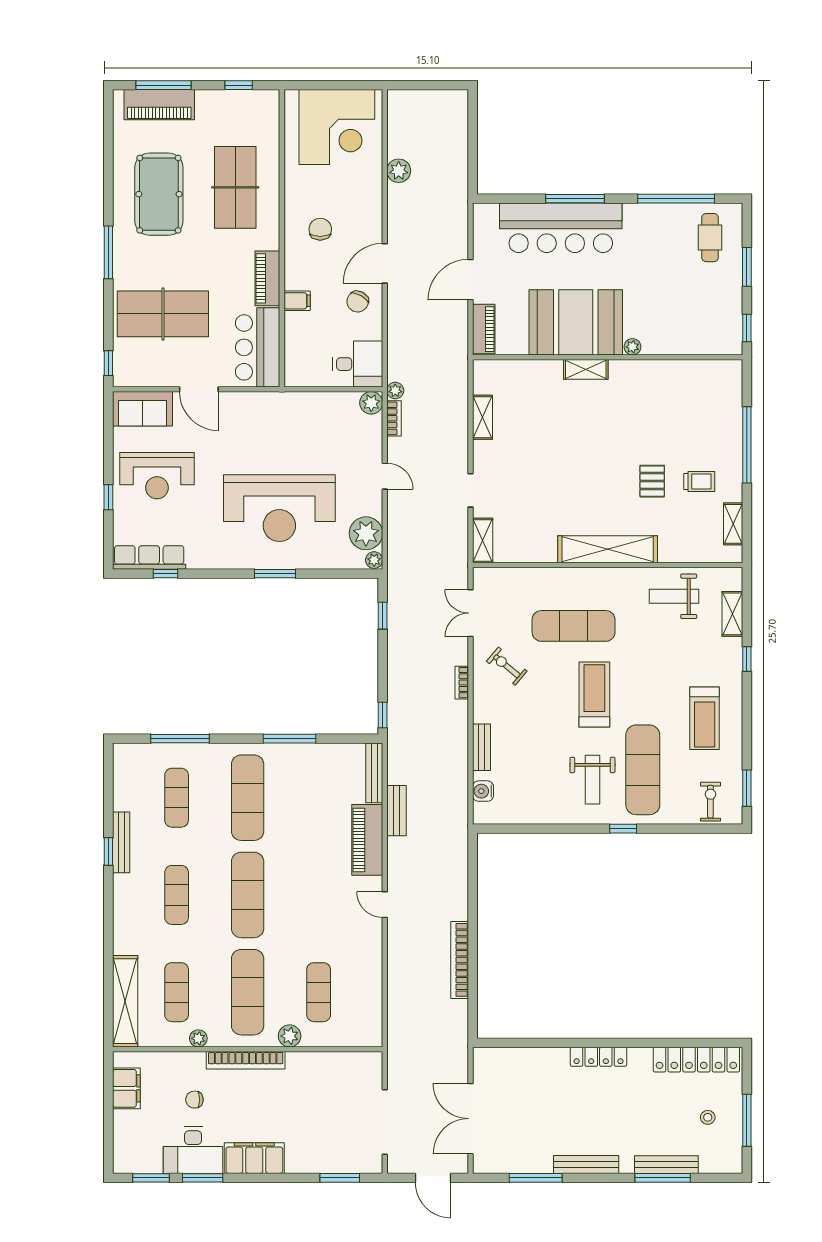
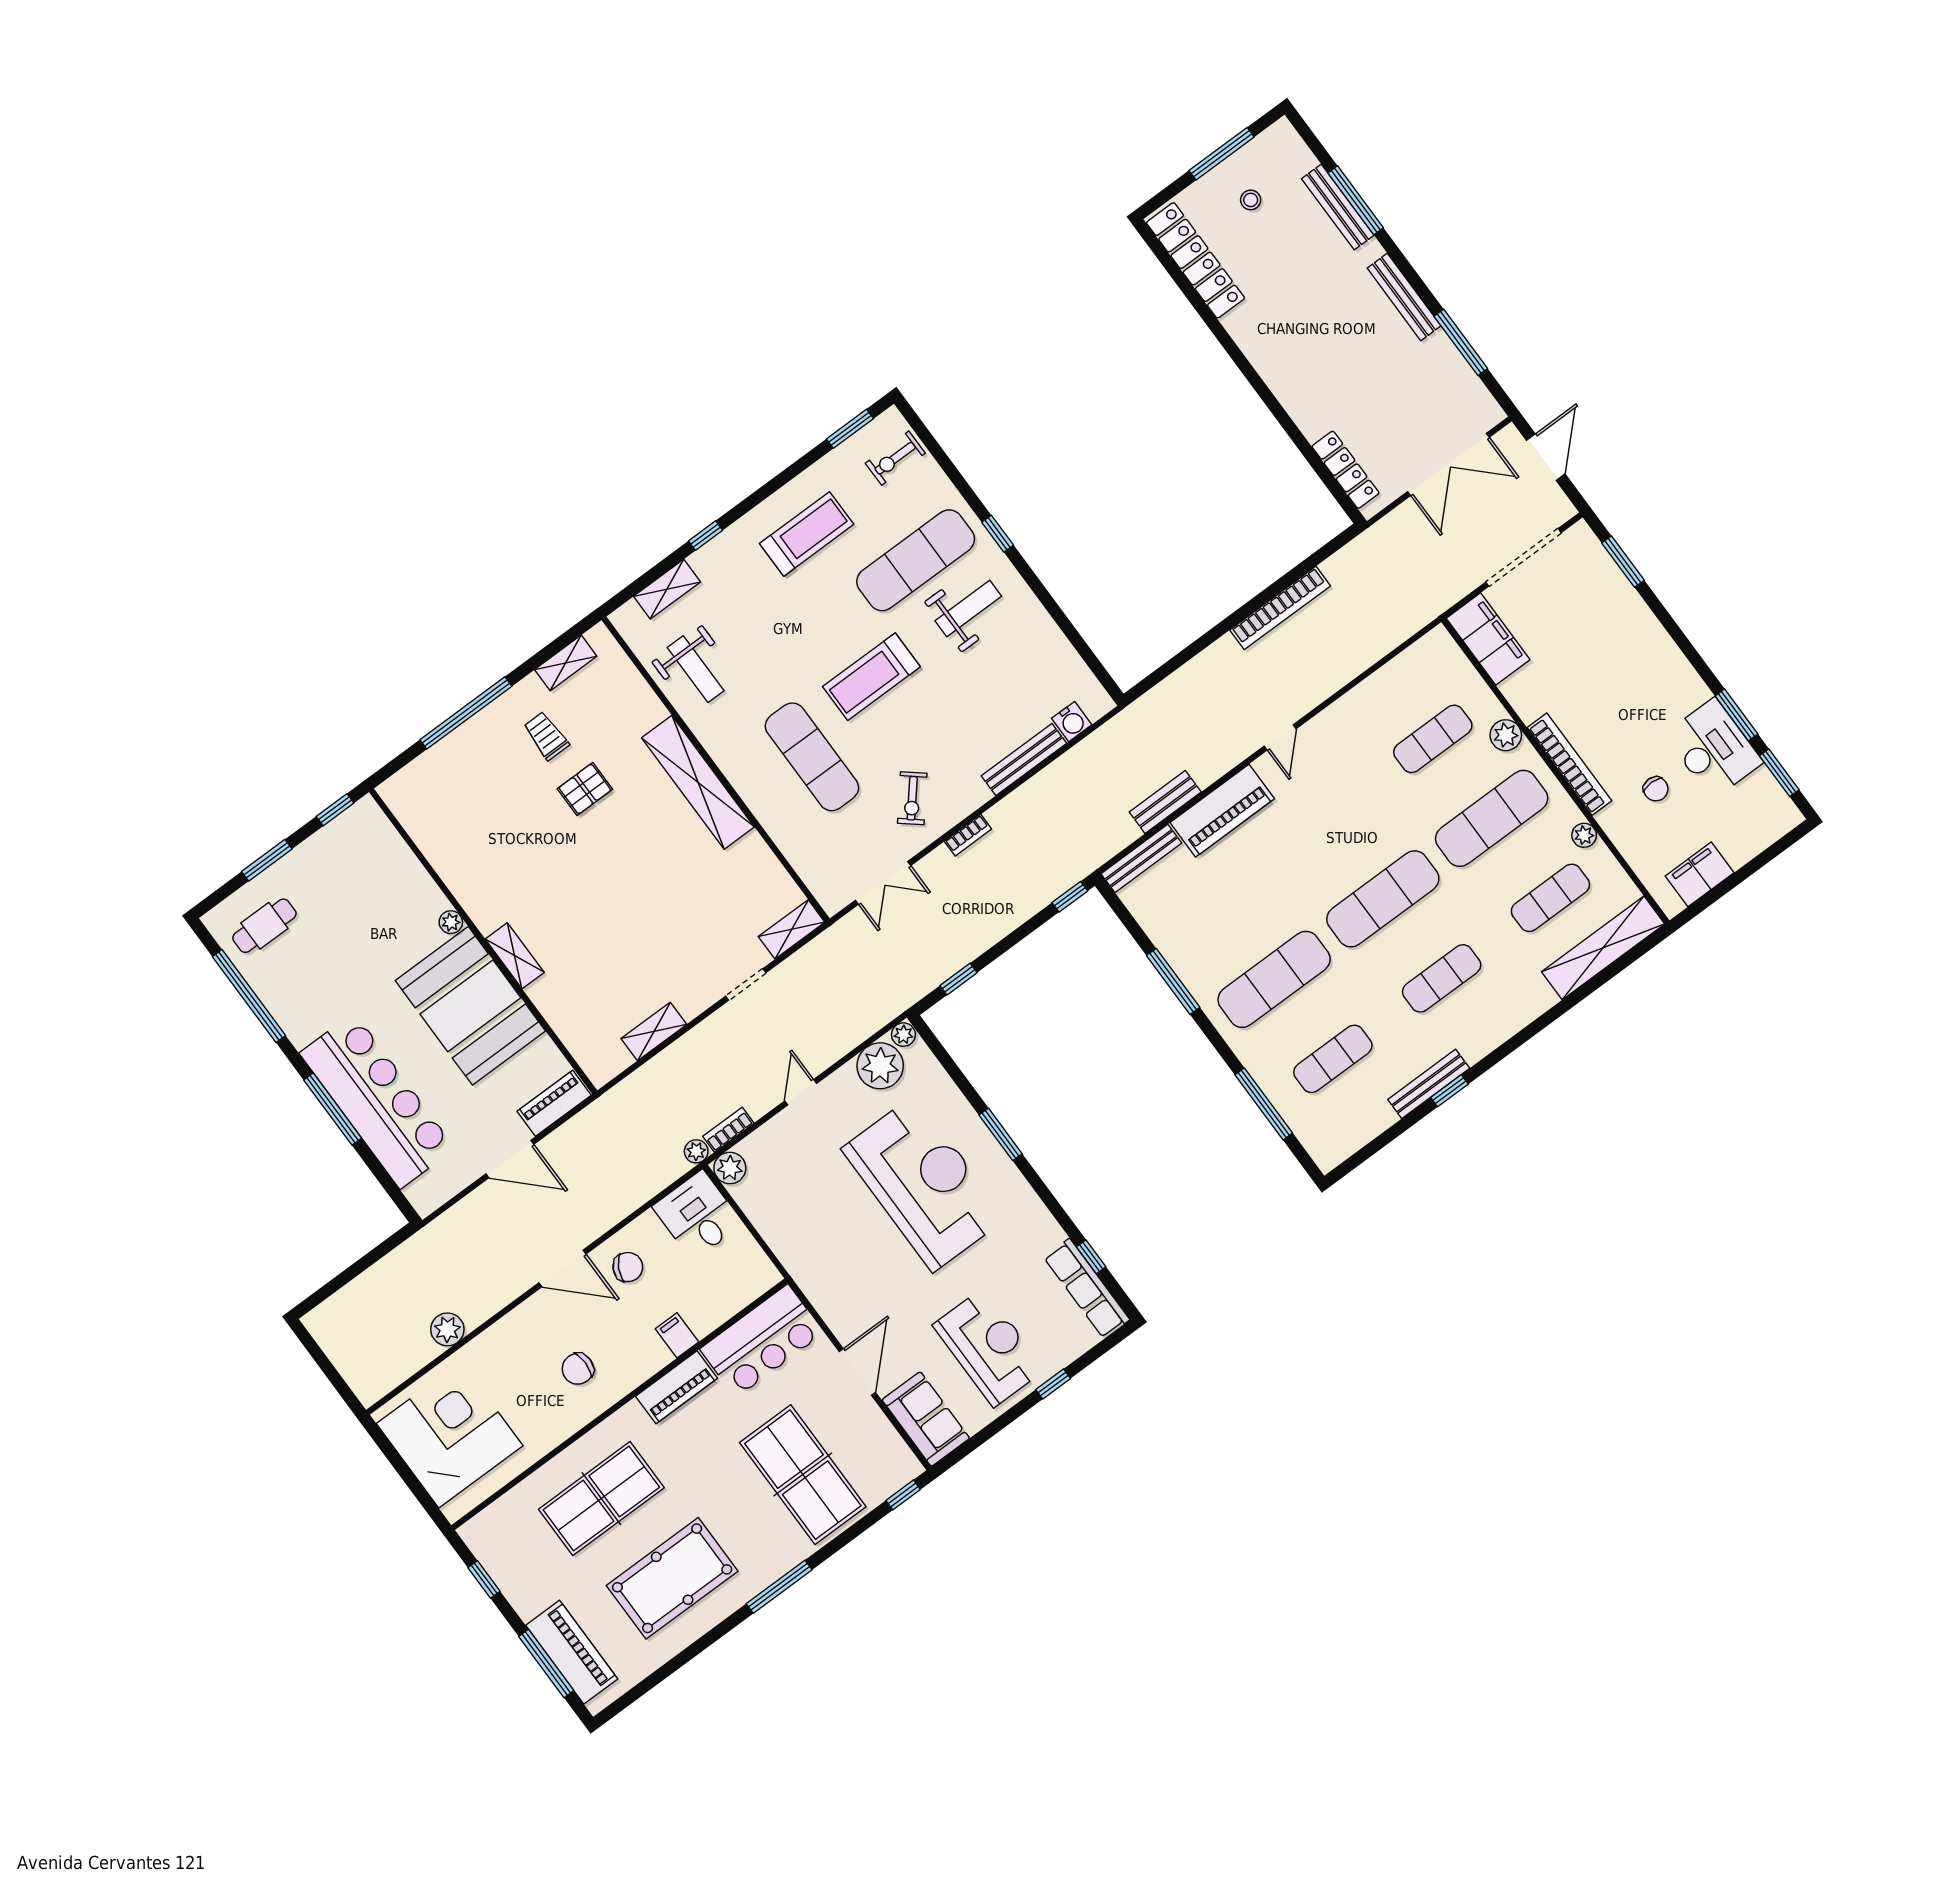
bench: (481, 747) -> (1024, 760), width x1.36
locker: (599, 1057) -> (1345, 470), moved
filing cabinet: (254, 1158) -> (1488, 639), moved, turned 180

